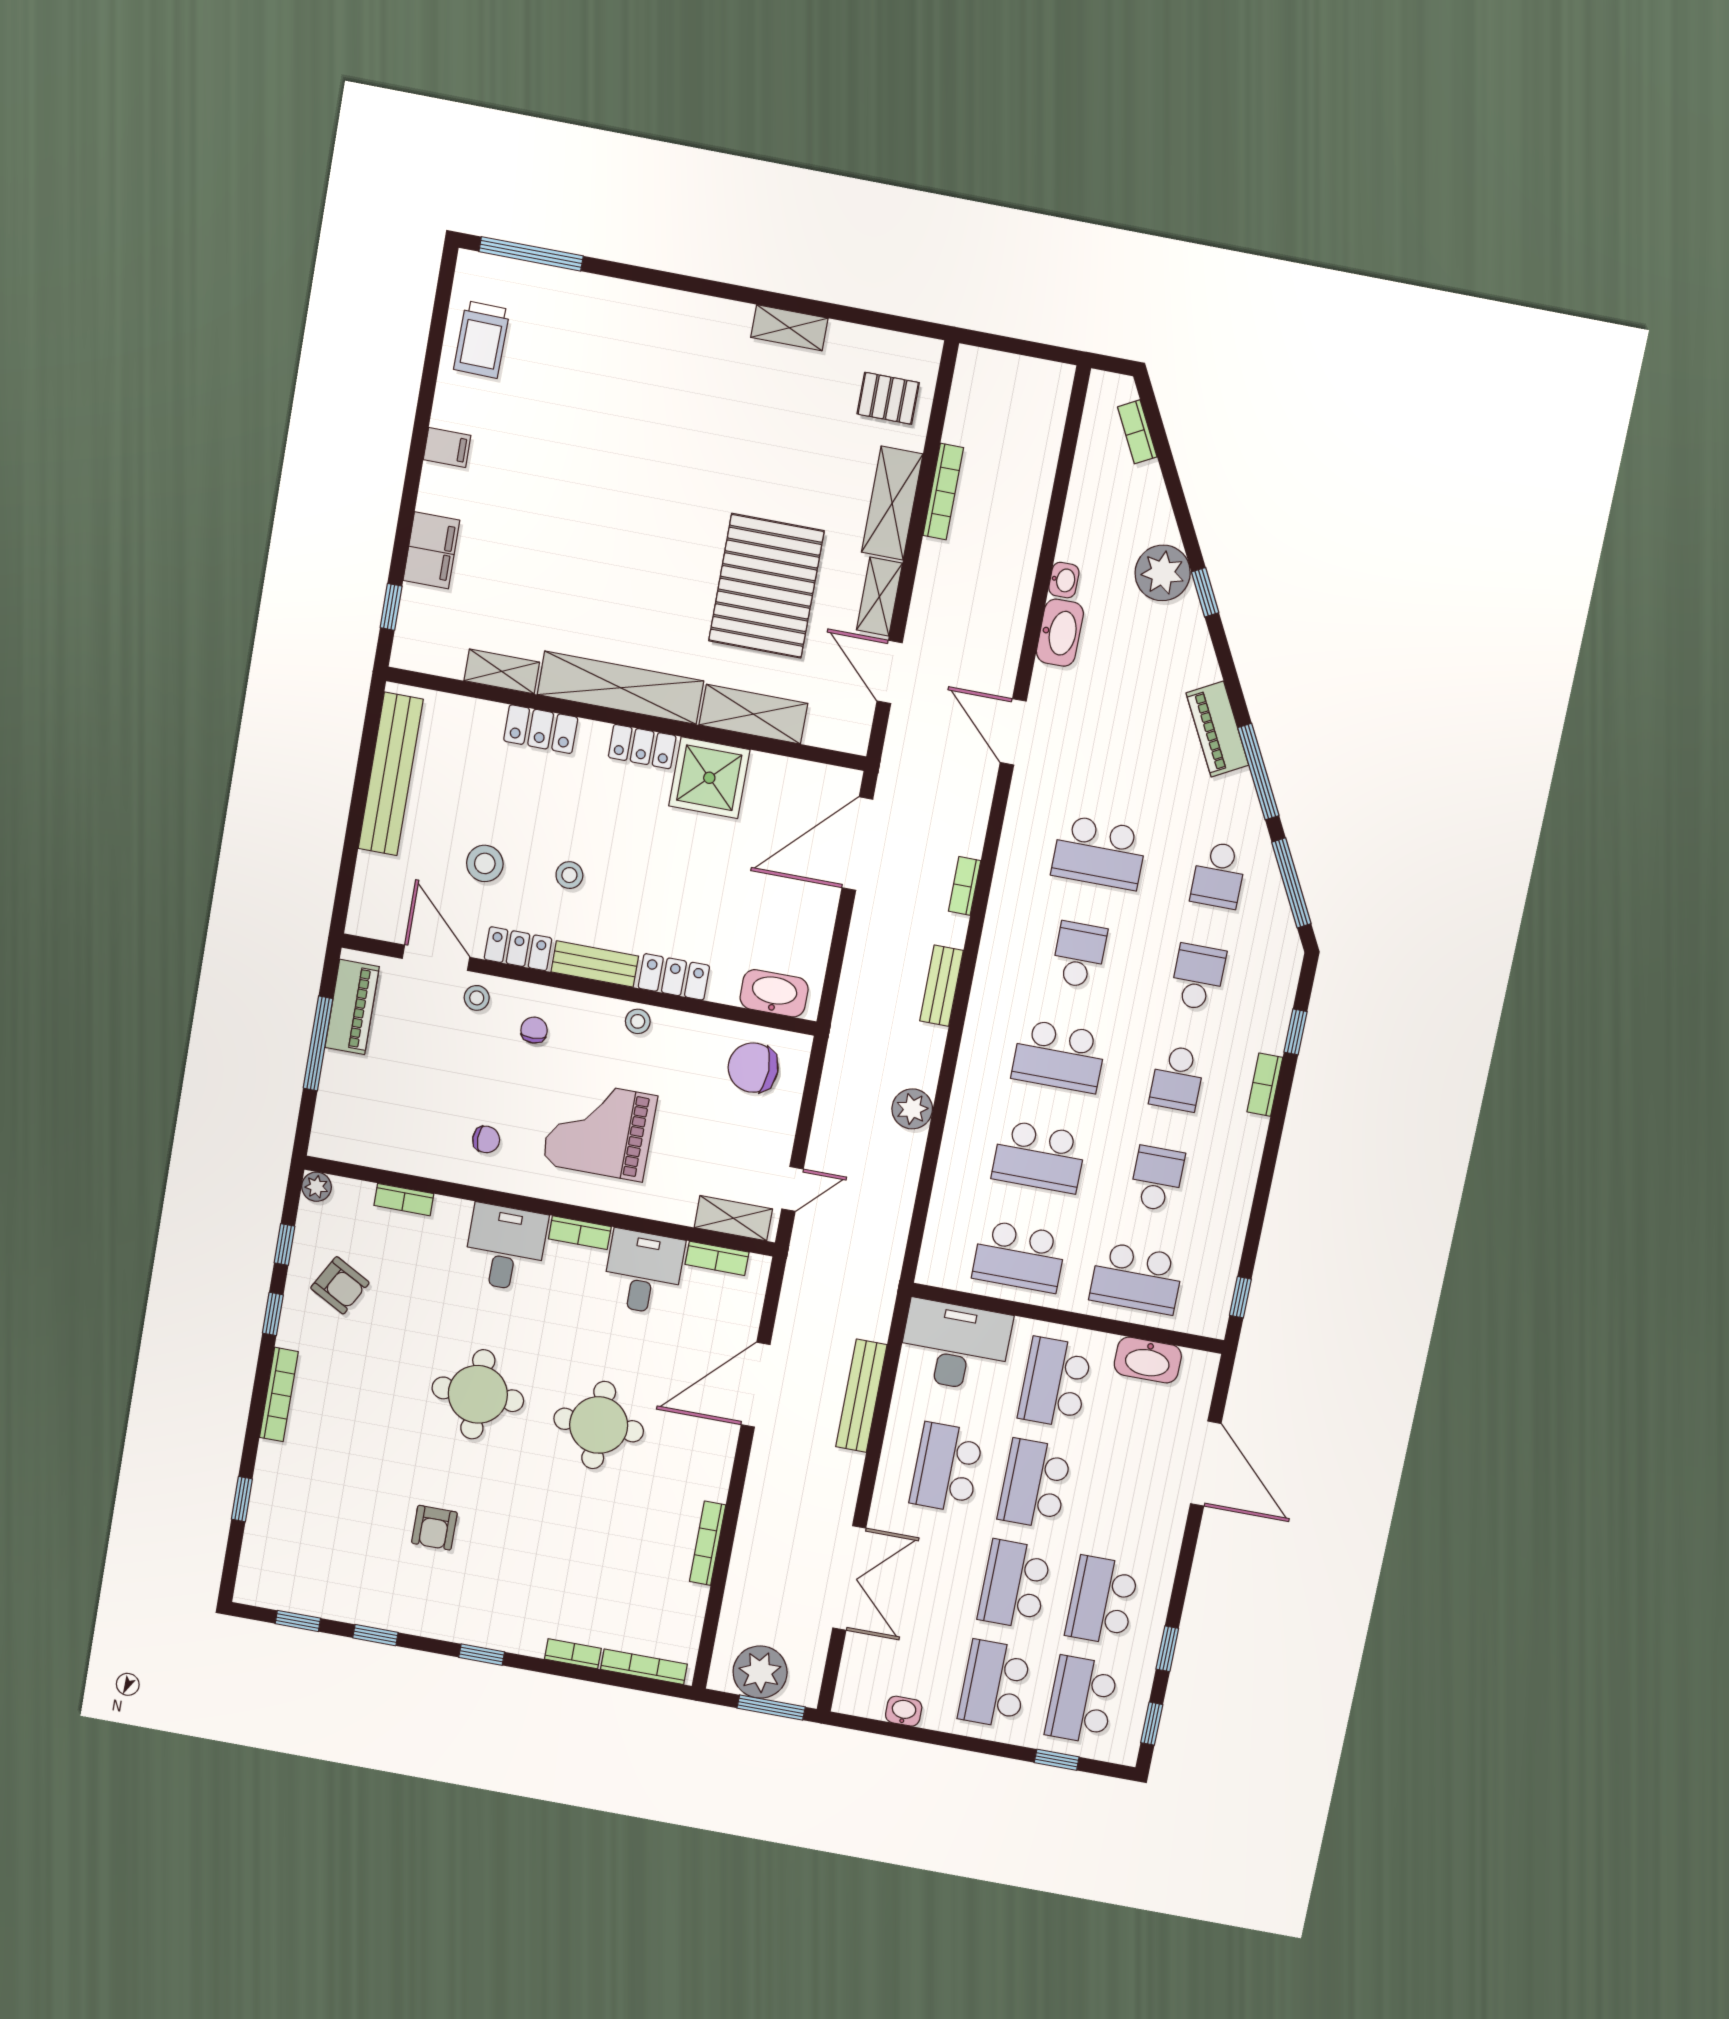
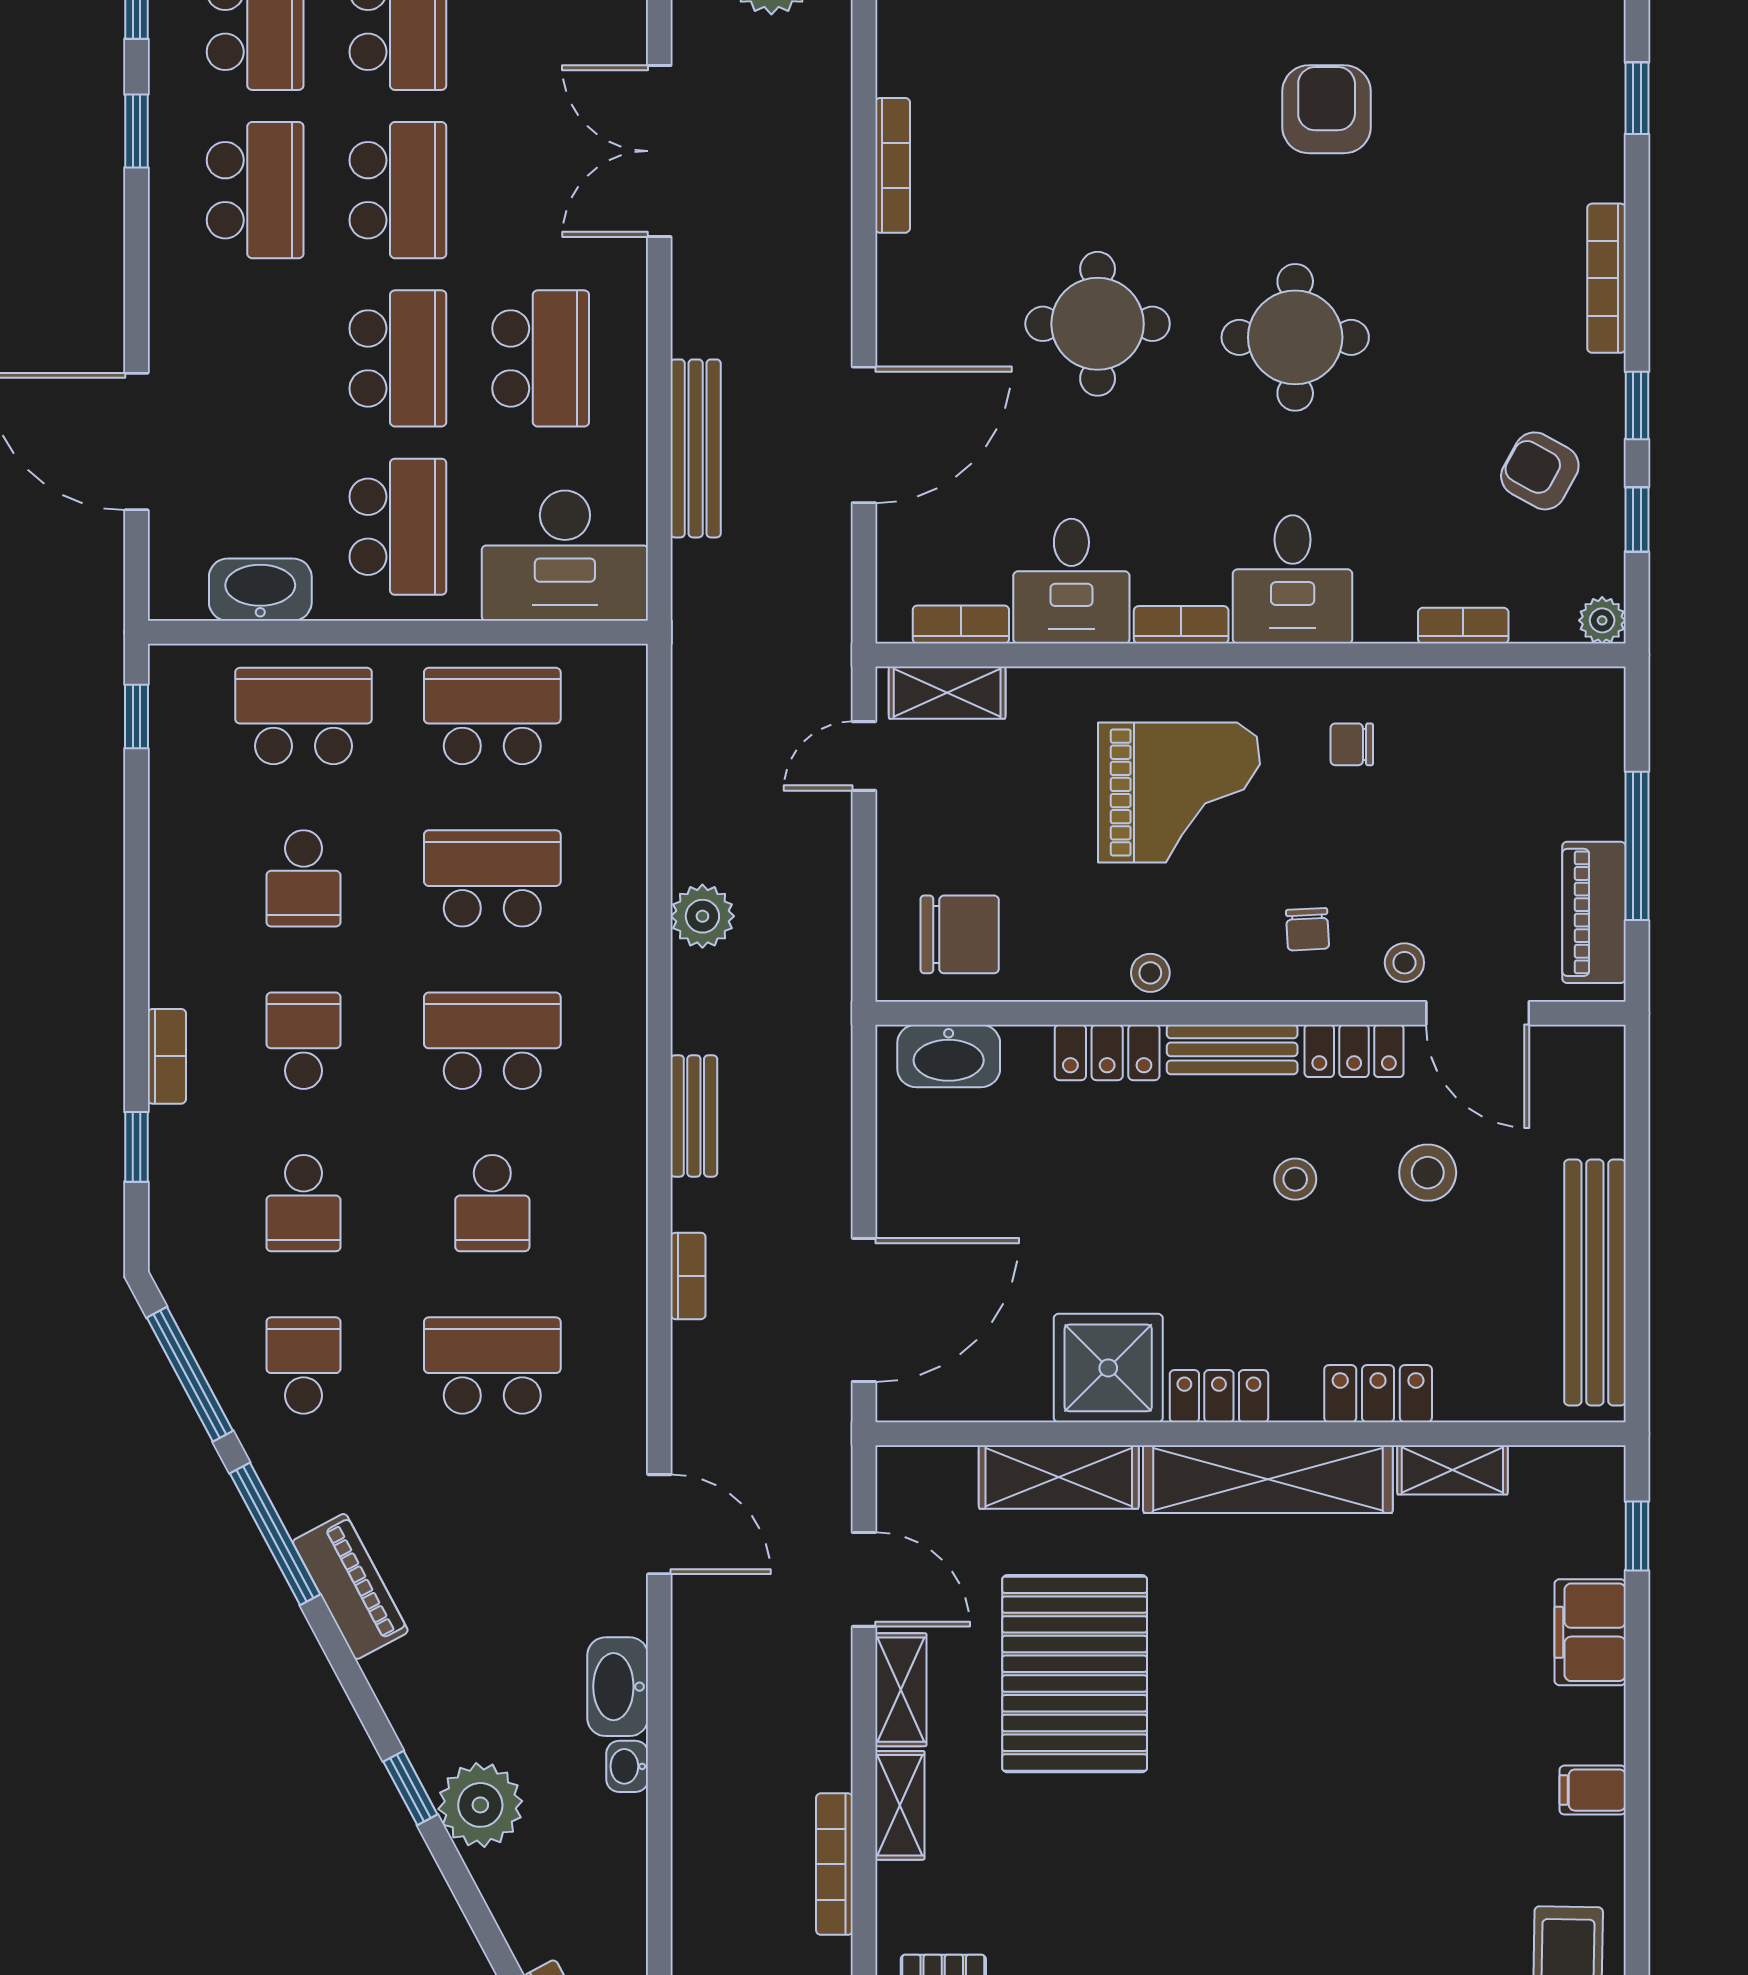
shelving: (892, 503) -> (900, 1805), width x0.67, depth x0.75
armchair: (434, 1528) -> (1327, 109), width x1.38, depth x1.38

